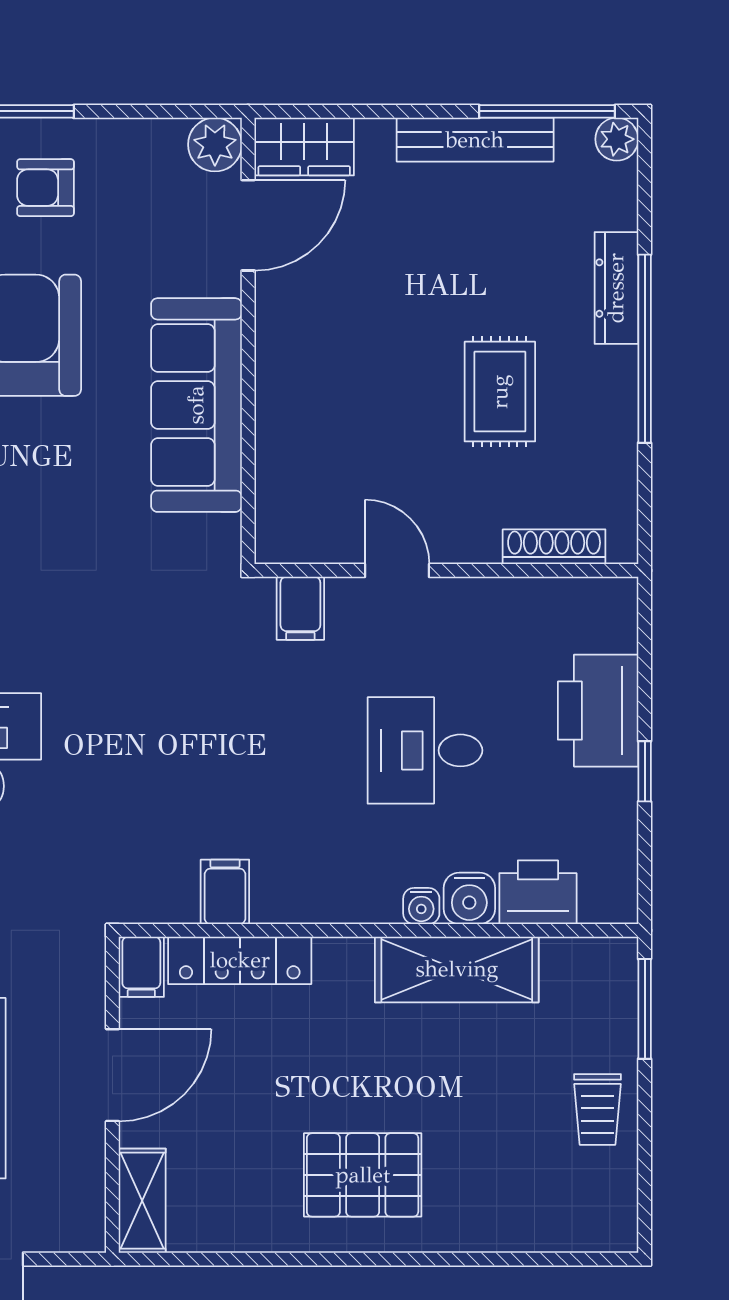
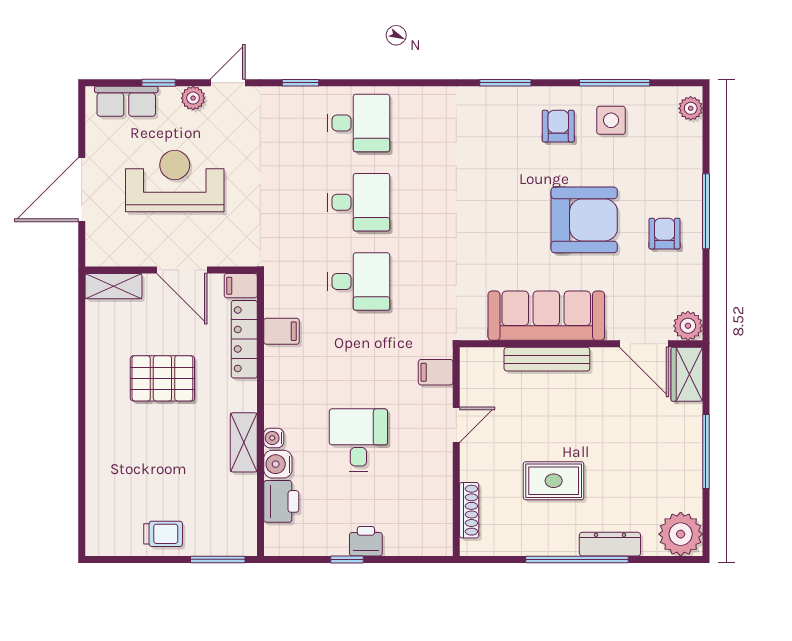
window: (547, 111) -> (706, 452), moved
plant: (617, 139) -> (681, 534), width x1.87, depth x1.87
bench: (475, 140) -> (547, 359), moved, turned 90
printer: (598, 711) -> (366, 541), width x0.53, depth x0.68
desk: (134, 750) -> (358, 281), added
shelving: (457, 969) -> (244, 442), width x0.67, depth x0.75
trolley: (598, 1110) -> (163, 534), turned 180
pallet: (363, 1175) -> (162, 378), moved, turned 90

